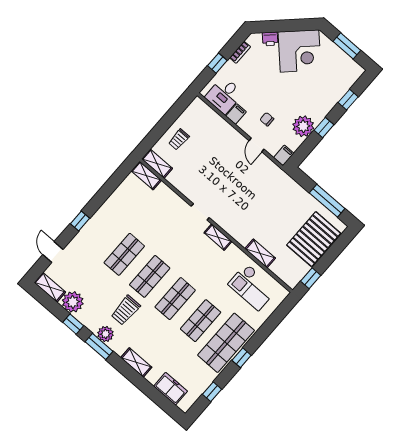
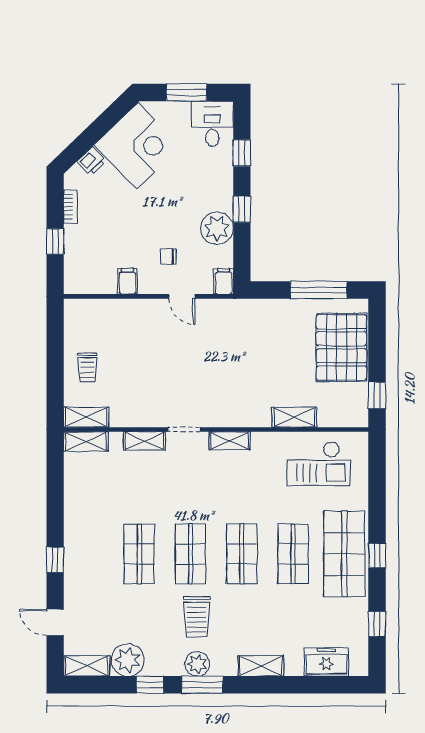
desk: (224, 95) -> (212, 124), moved, turned 180
shelving: (176, 201) -> (145, 441), added

